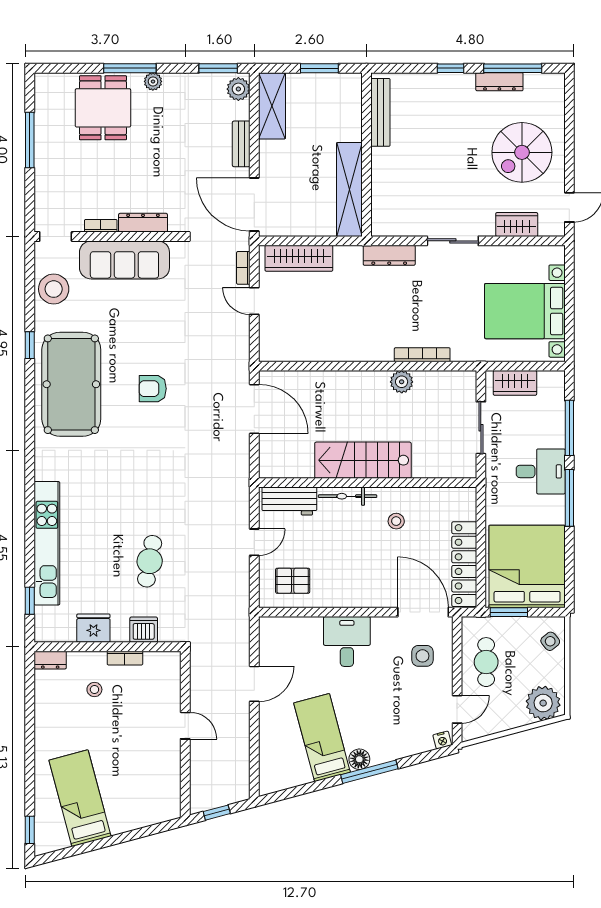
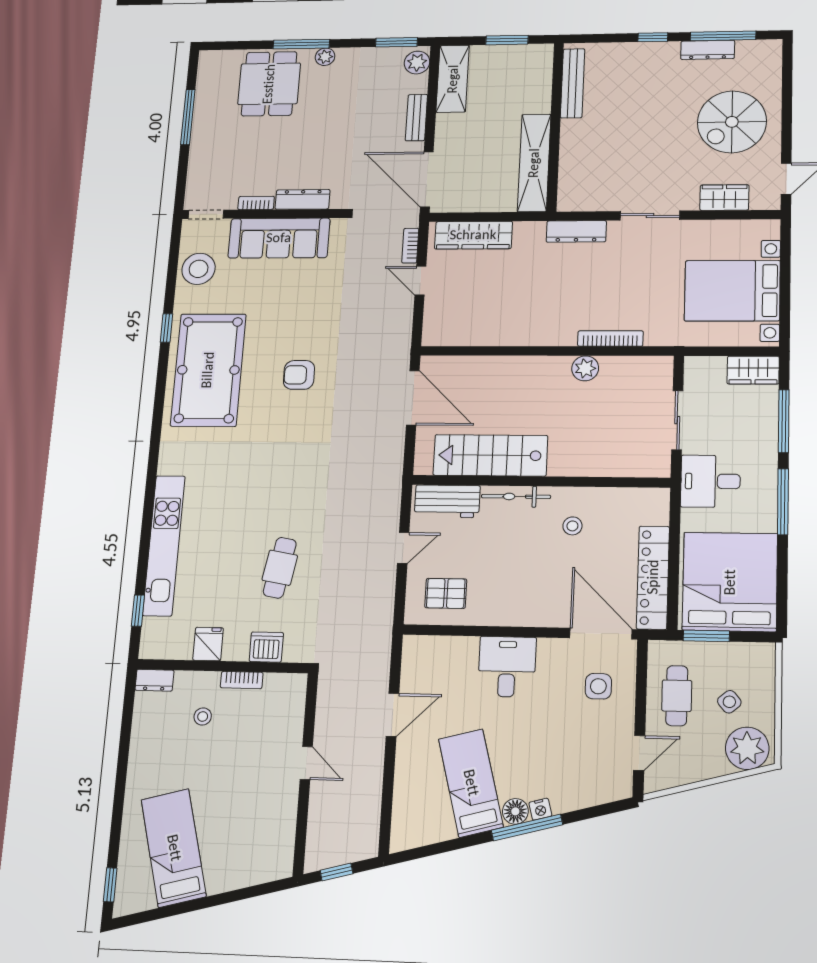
wardrobe: (515, 383) -> (753, 370), moved
stairs: (363, 460) -> (490, 455), moved
desk: (541, 471) -> (710, 481), moved, turned 180
fridge: (93, 628) -> (208, 644), width x0.72
side table: (550, 641) -> (729, 702), moved
nightstand: (442, 740) -> (540, 809), moved

